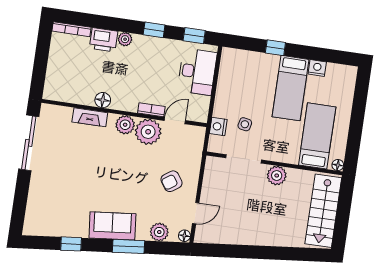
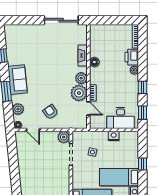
nightstand: (218, 127) -> (114, 136), moved
plant: (277, 176) -> (64, 137), moved

